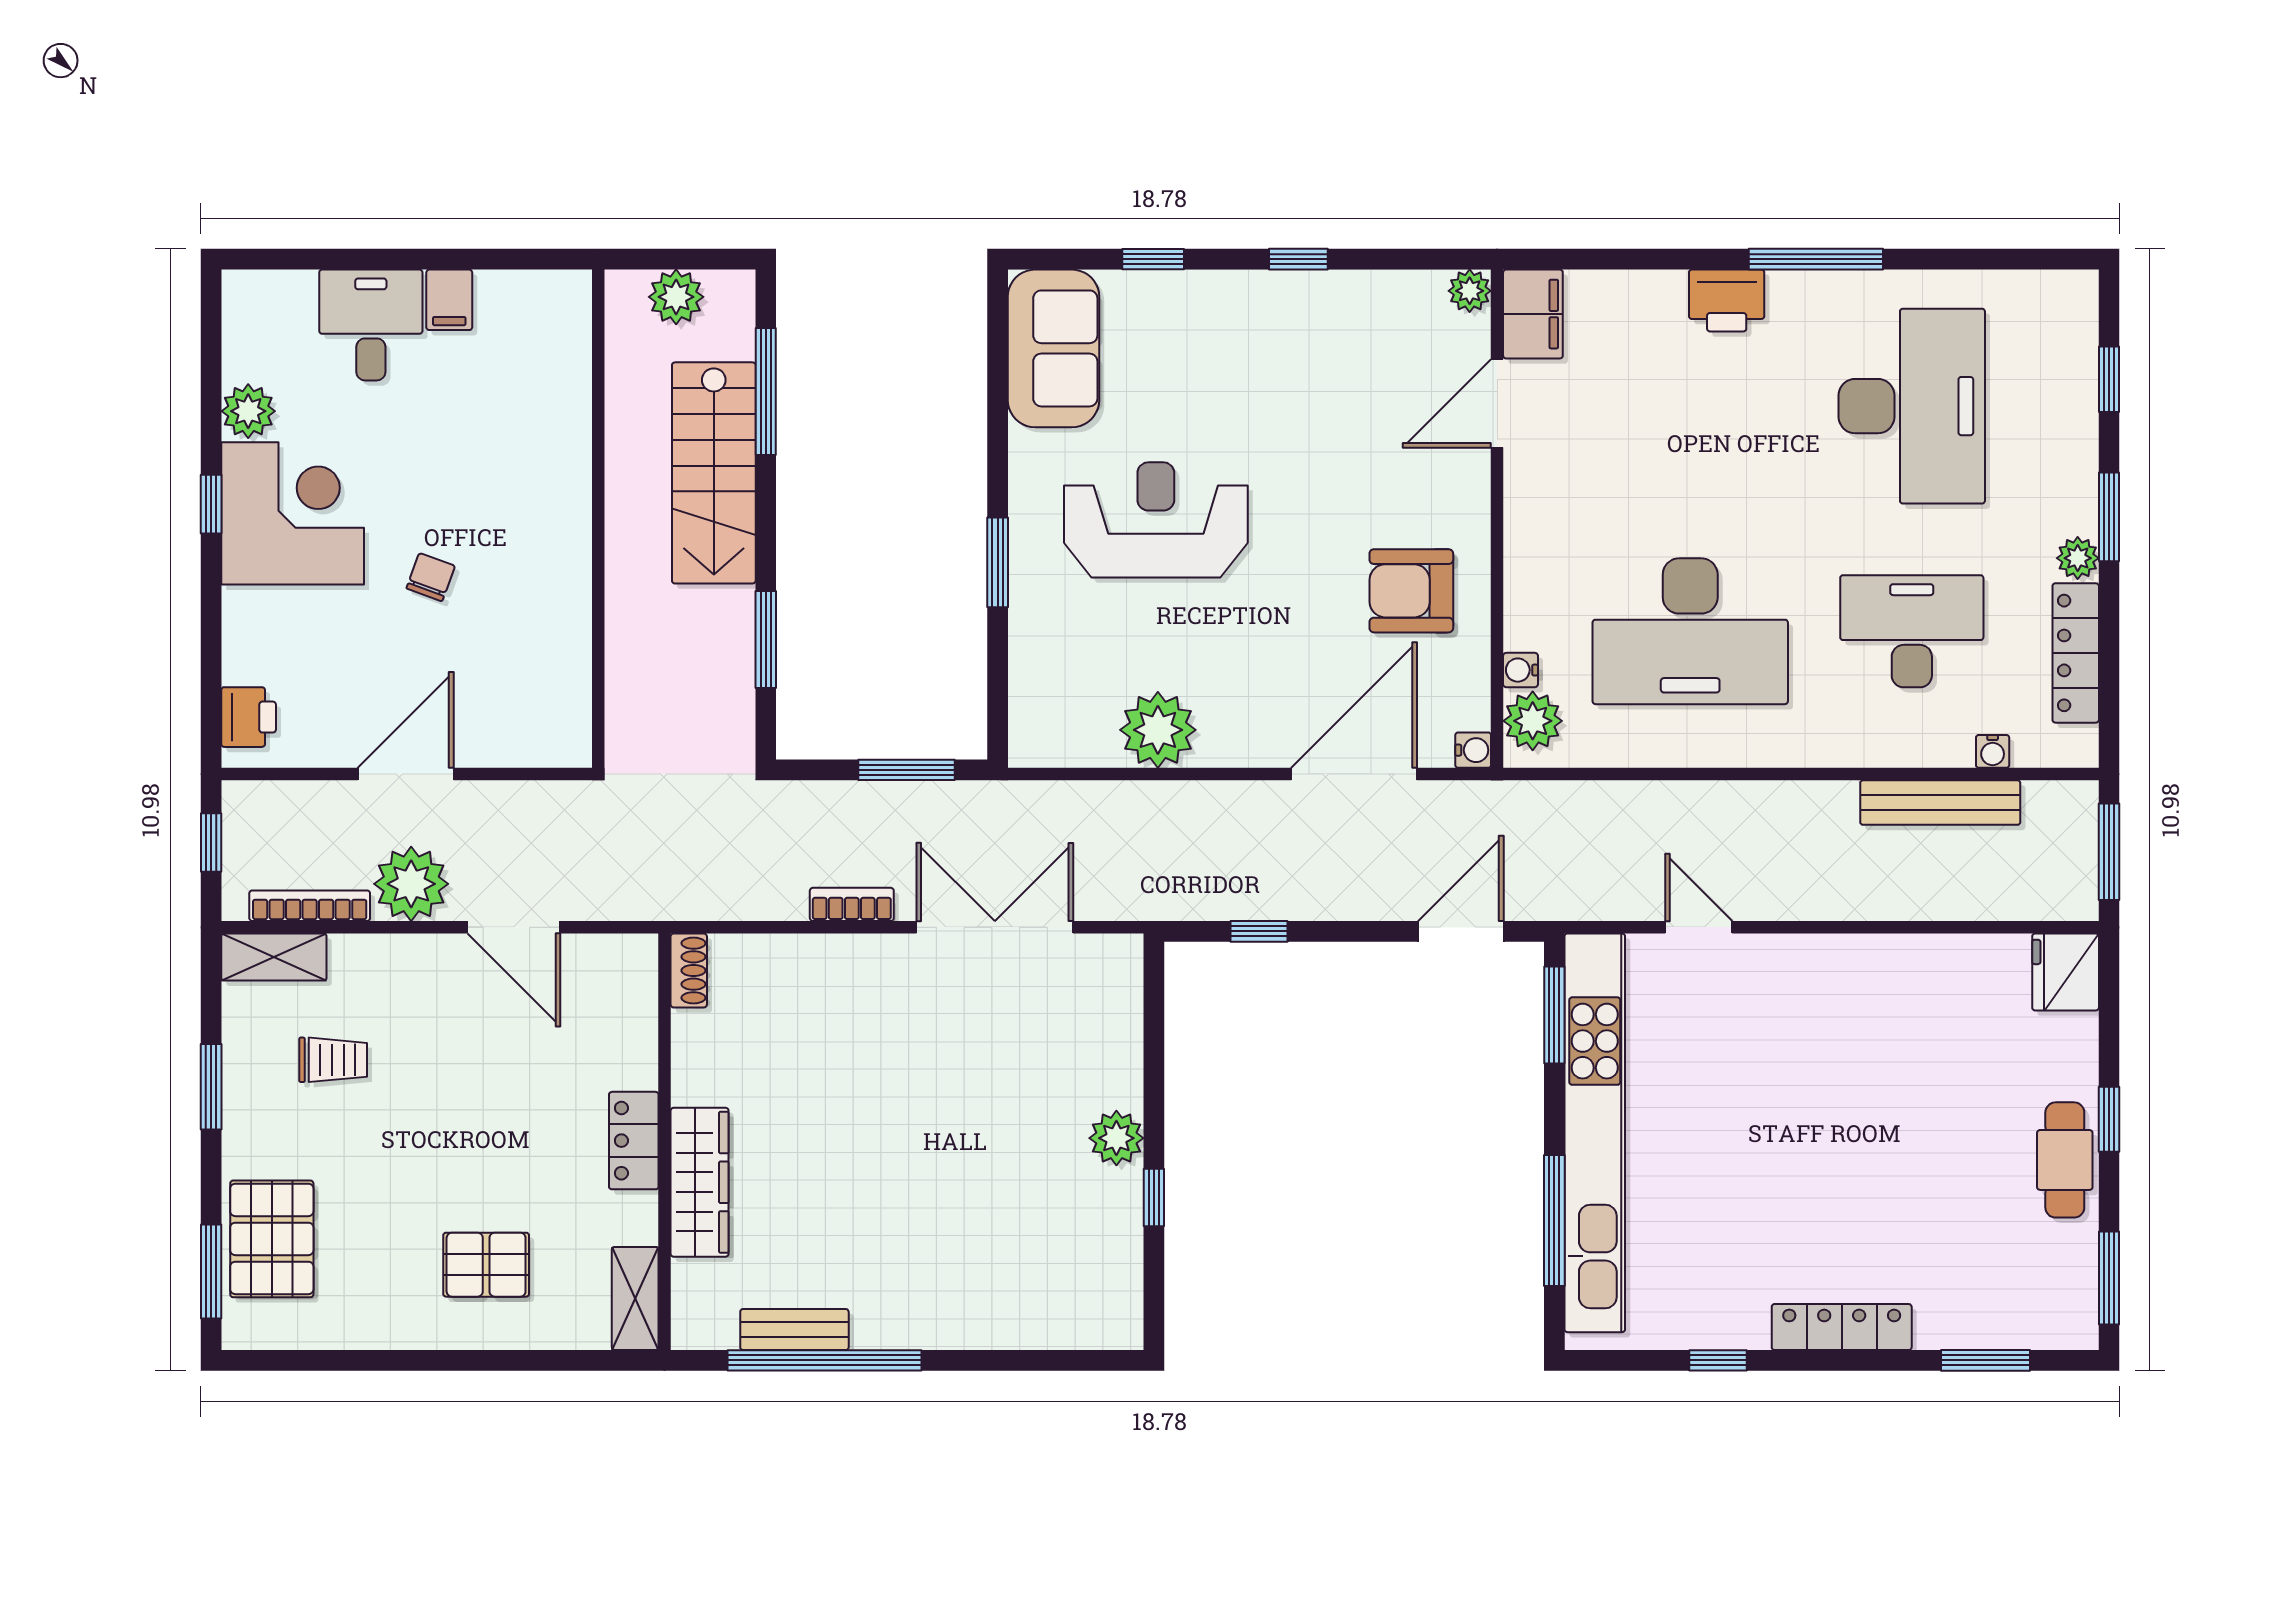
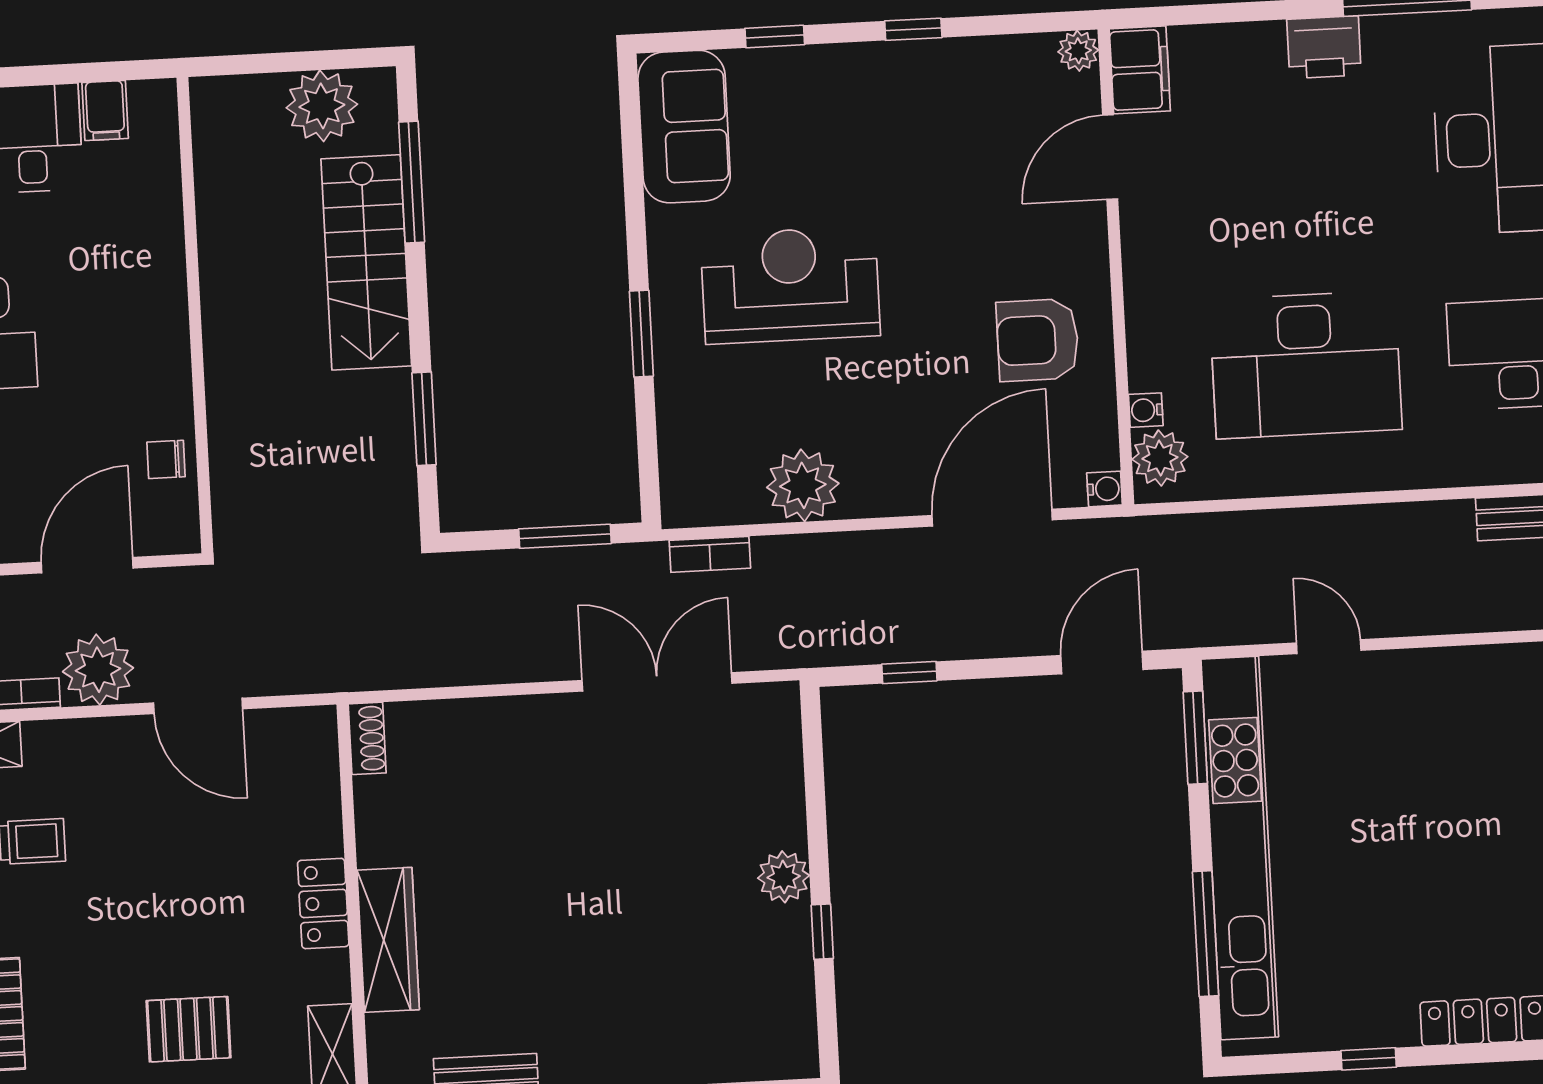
plant: (676, 297) -> (322, 106), width x1.36, depth x1.36
wall: (598, 519) -> (195, 315), moved
chair: (431, 577) -> (166, 459), moved, turned -110
bookcase: (852, 904) -> (710, 554), moved, turned 180

